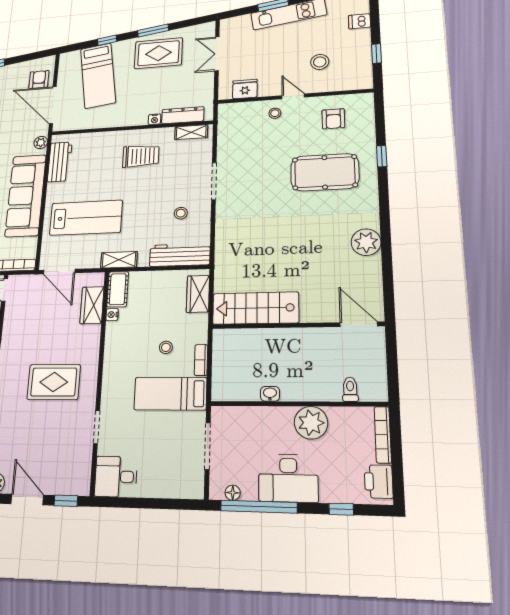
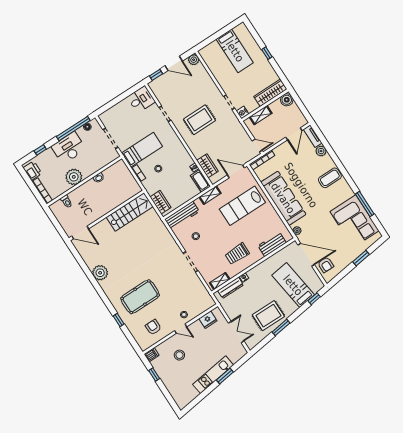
dishwasher: (359, 21) -> (152, 355), moved
window: (107, 40) -> (314, 299), moved
workbench: (60, 162) -> (272, 244), moved, turned 90

